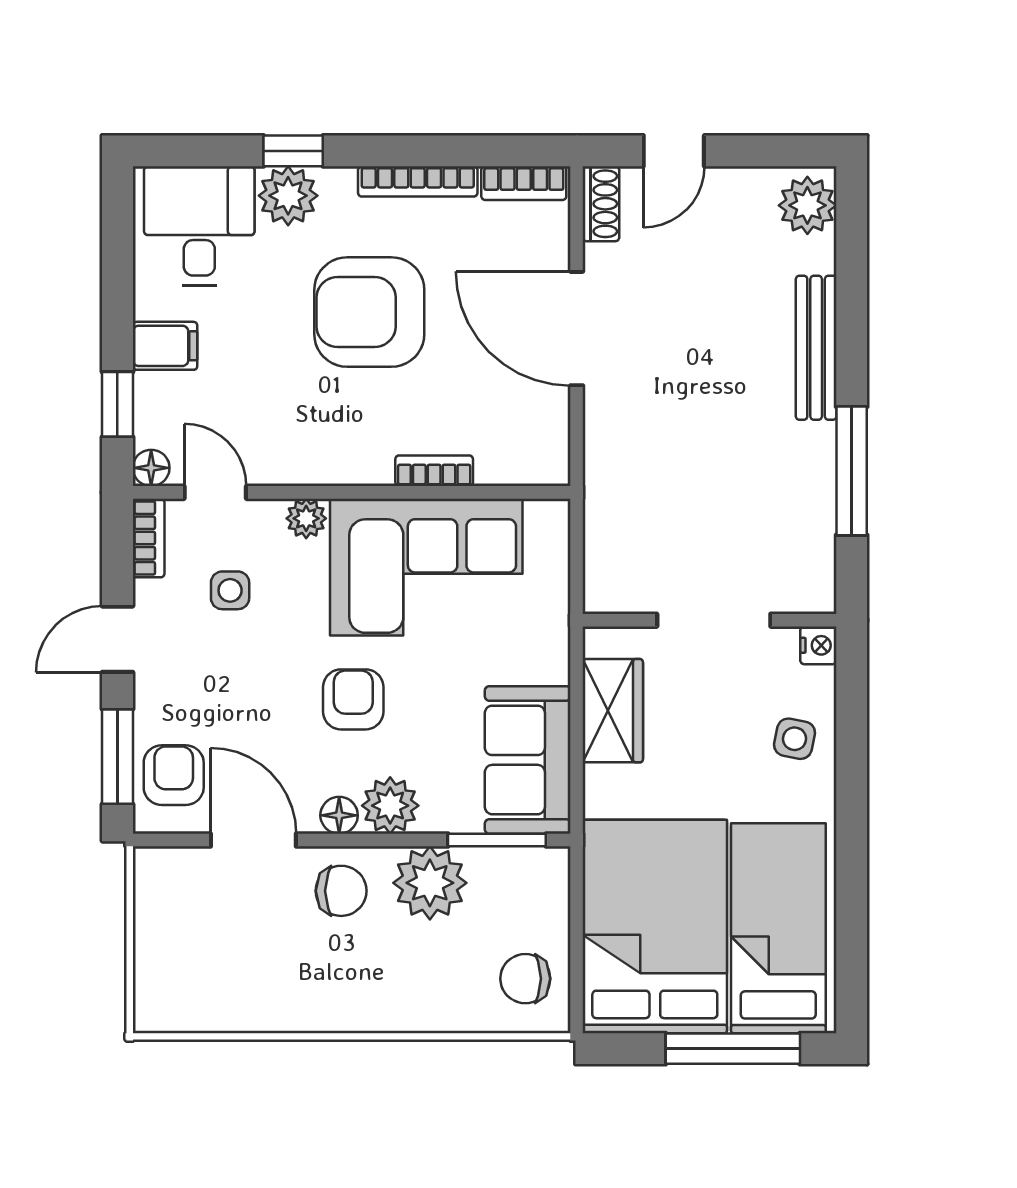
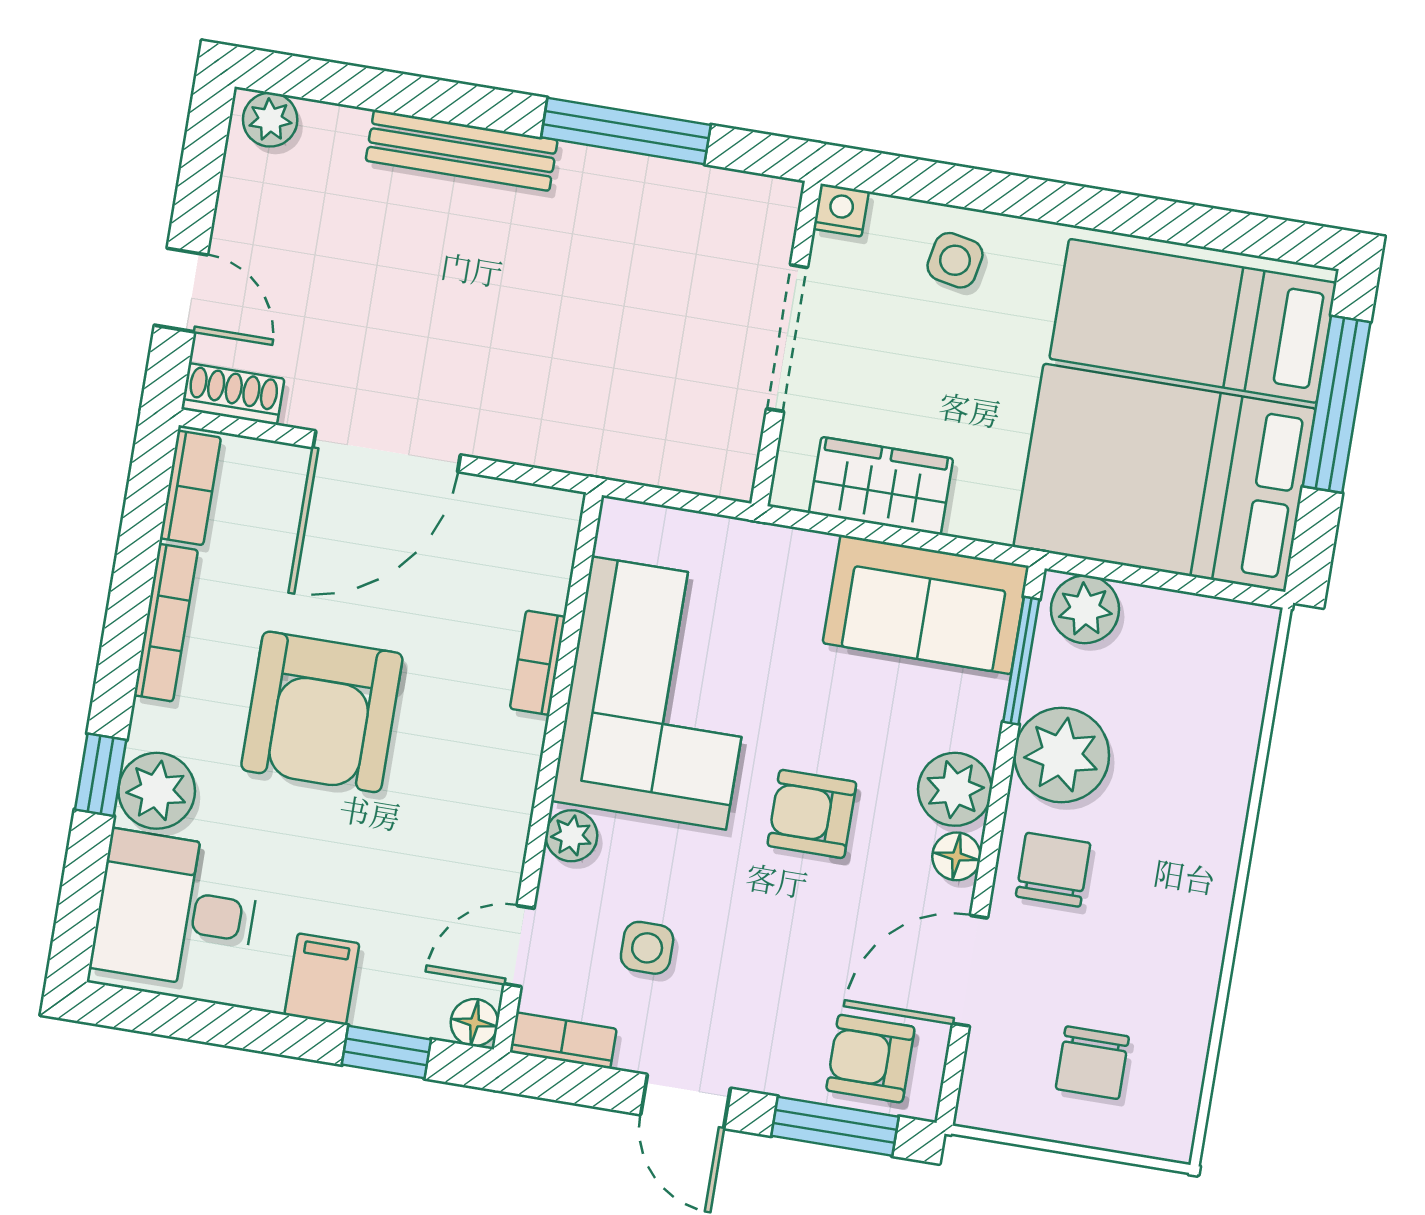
plant: (807, 205) -> (270, 120), width x0.73, depth x0.73
plant: (544, 882) -> (1085, 609), added
chair: (525, 979) -> (1092, 1063), moved

